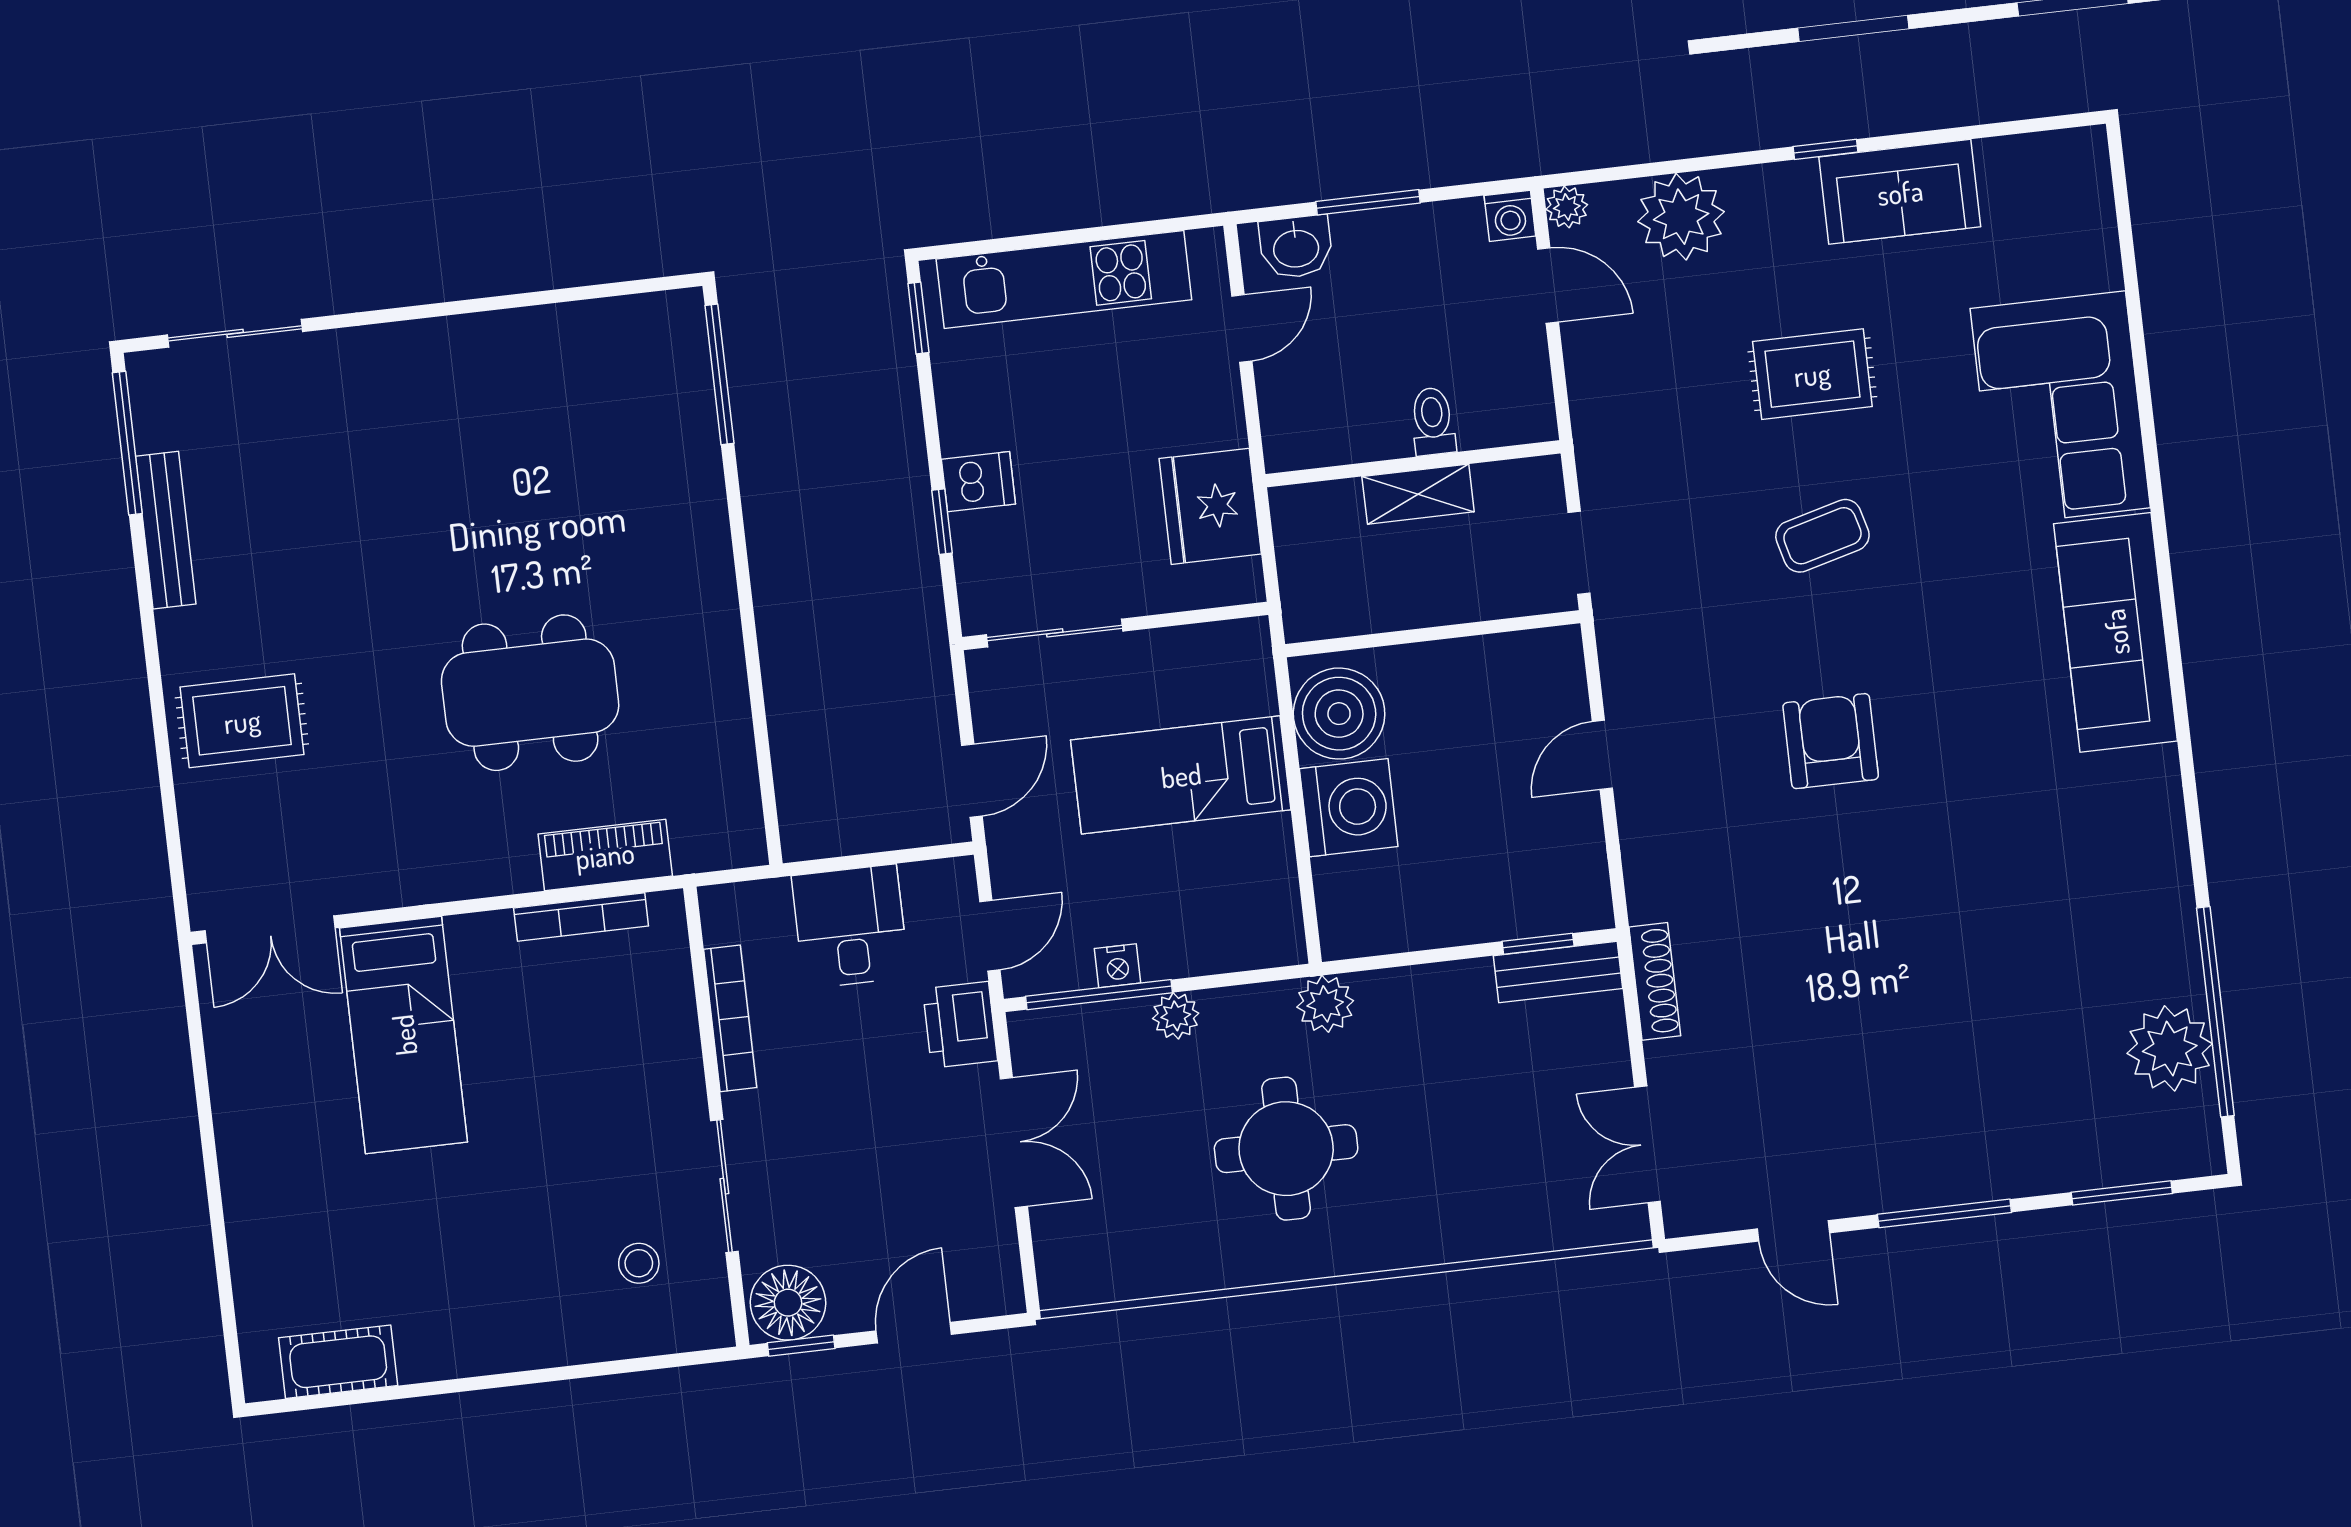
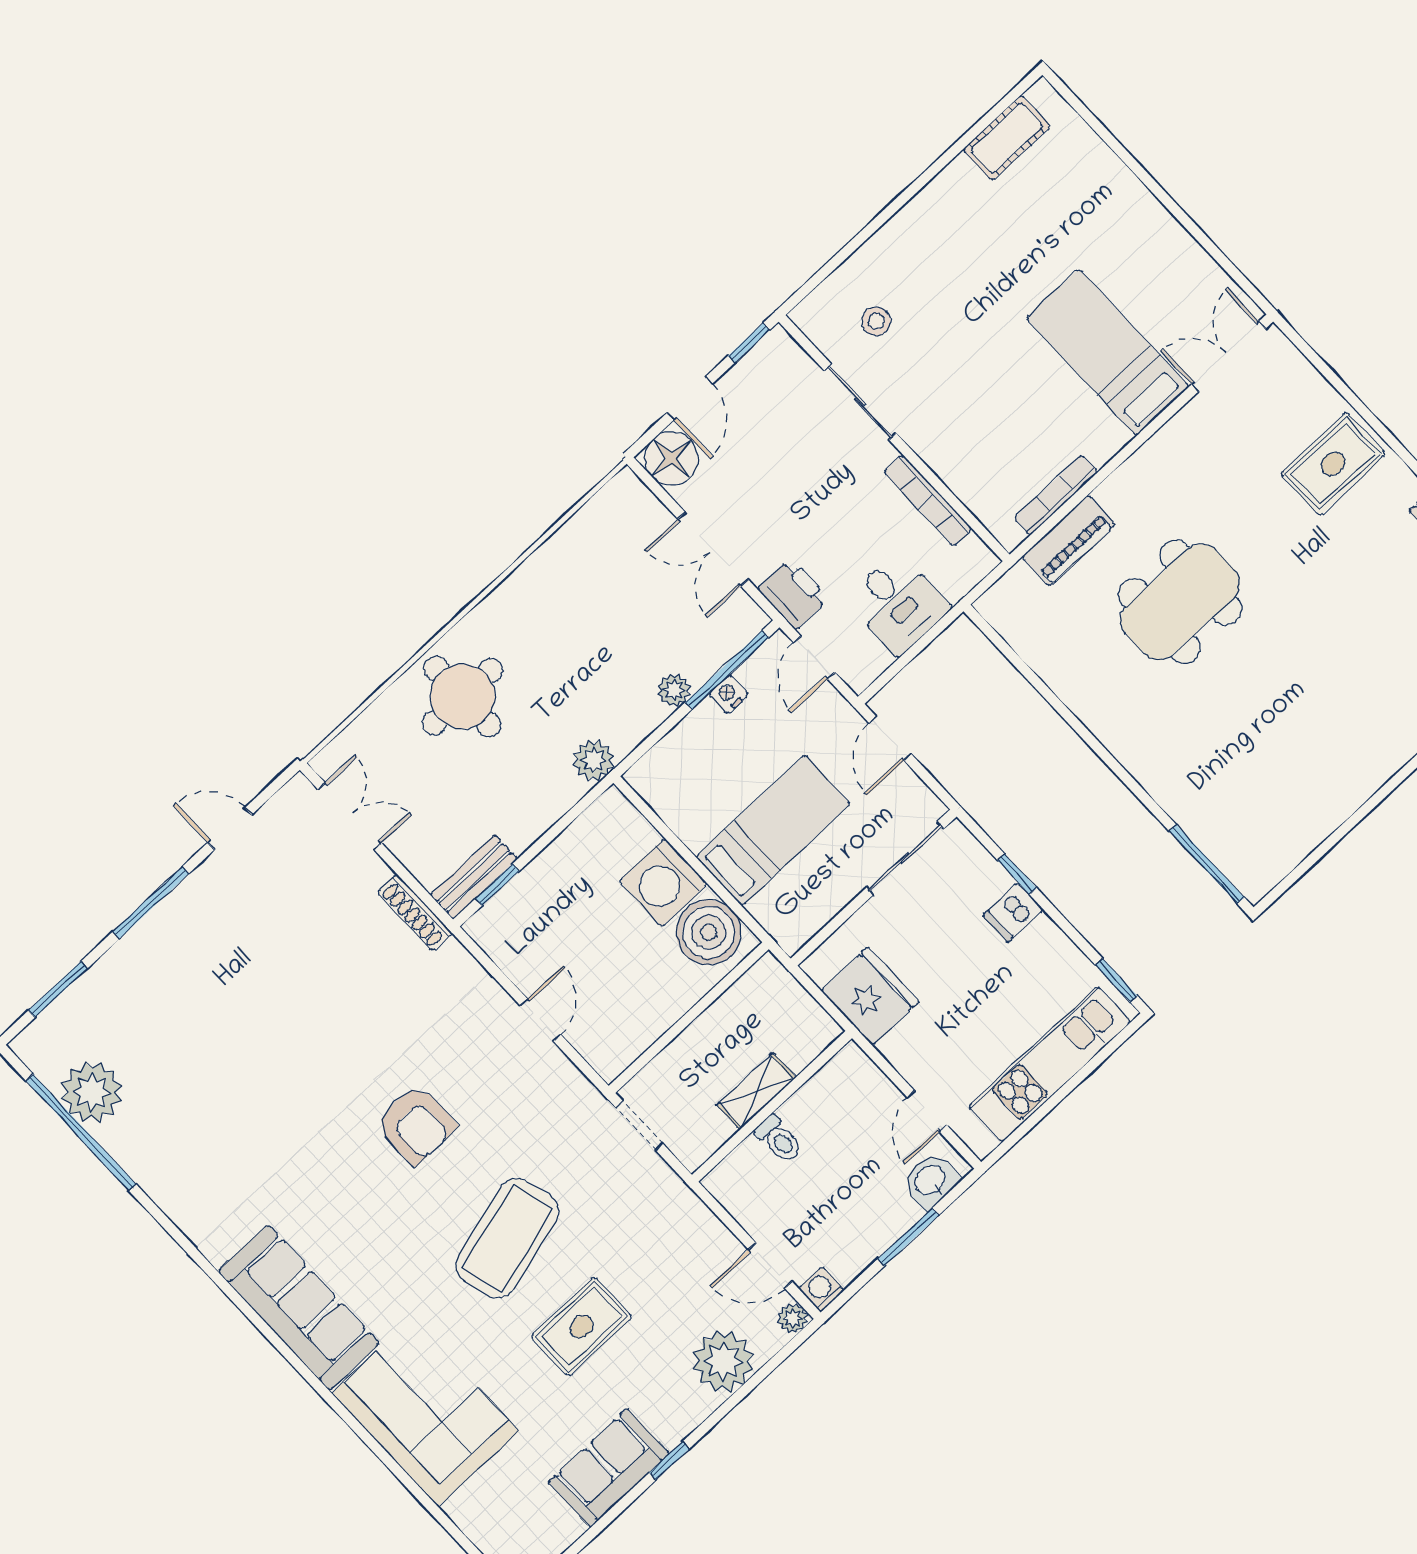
coffee table: (1822, 536) -> (507, 1238), width x1.86, depth x1.72
round table: (1286, 1149) -> (462, 696), moved
floor lamp: (788, 1303) -> (671, 459), moved

